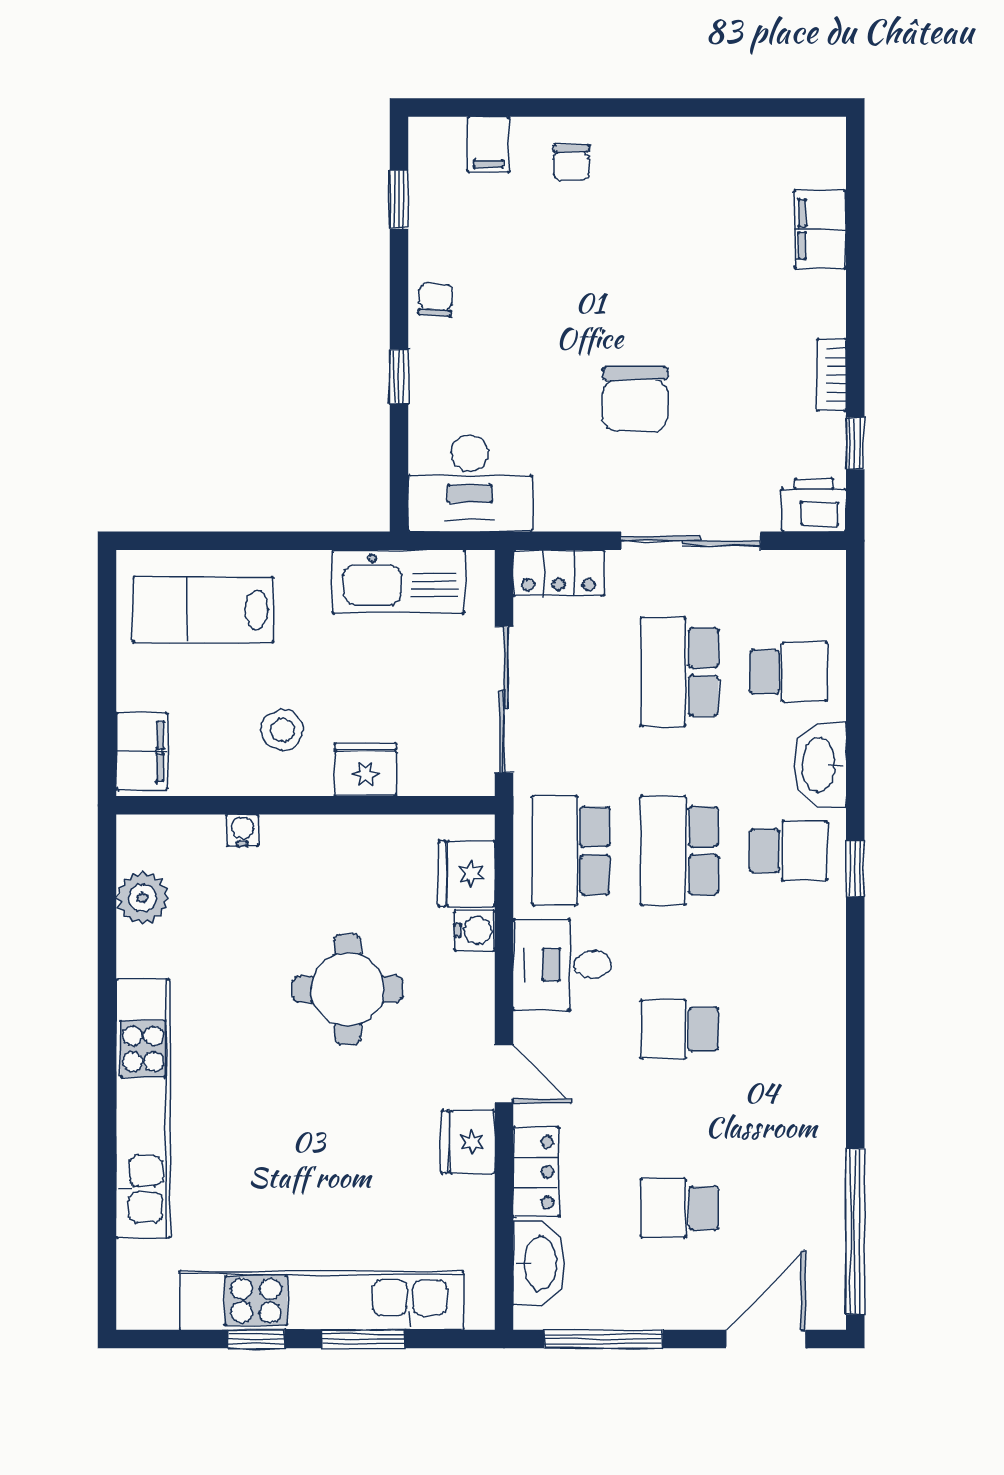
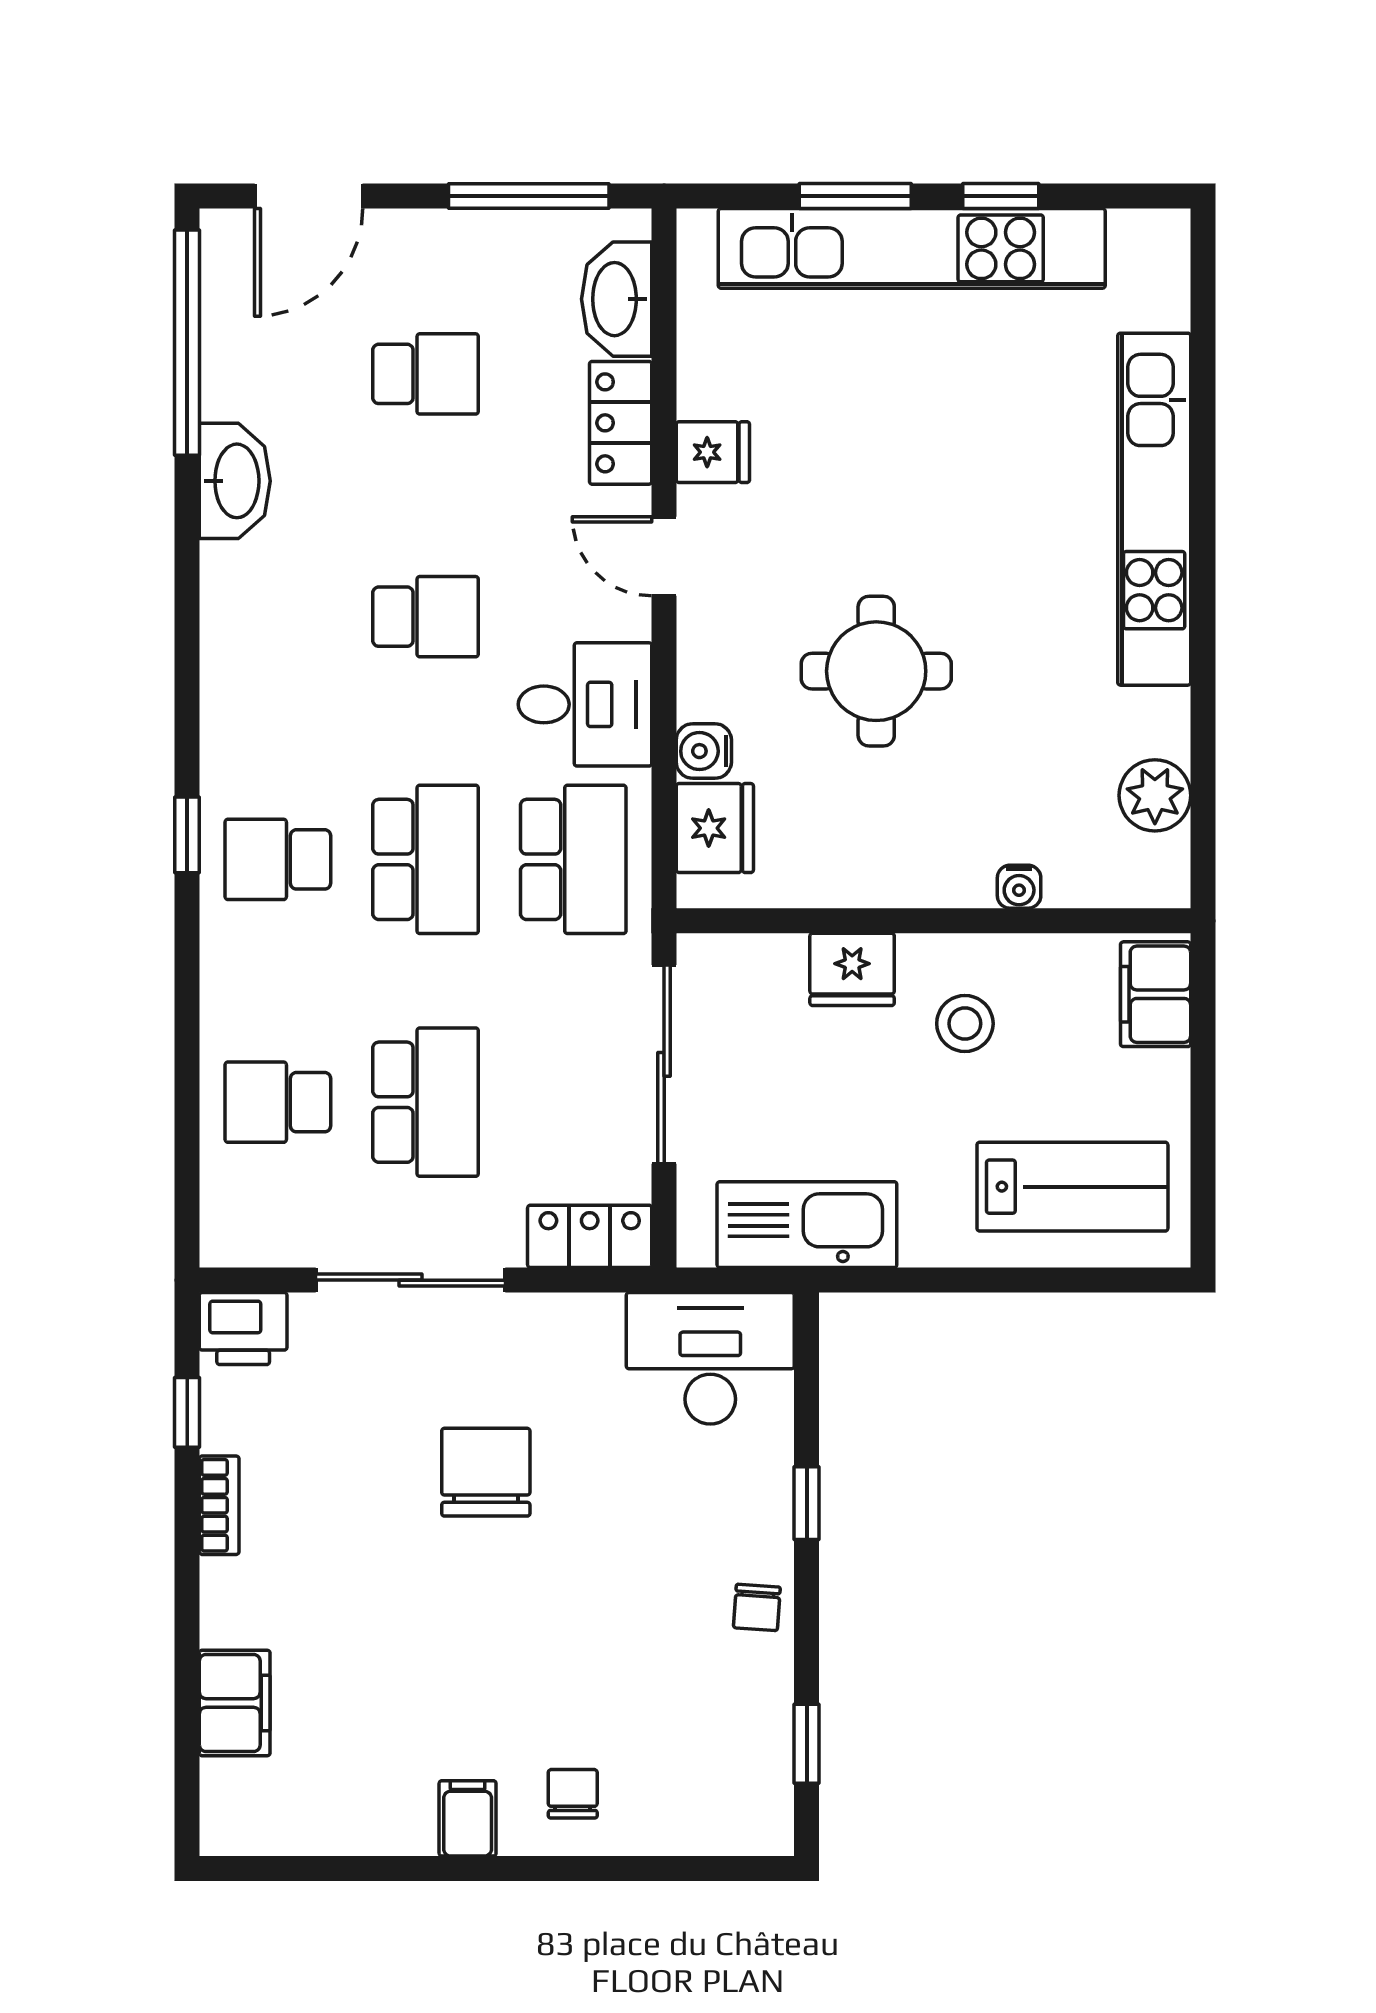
filing cabinet: (488, 144) -> (468, 1818), moved
washbasin: (820, 765) -> (235, 481), moved
fridge: (468, 1142) -> (713, 452), width x0.72

